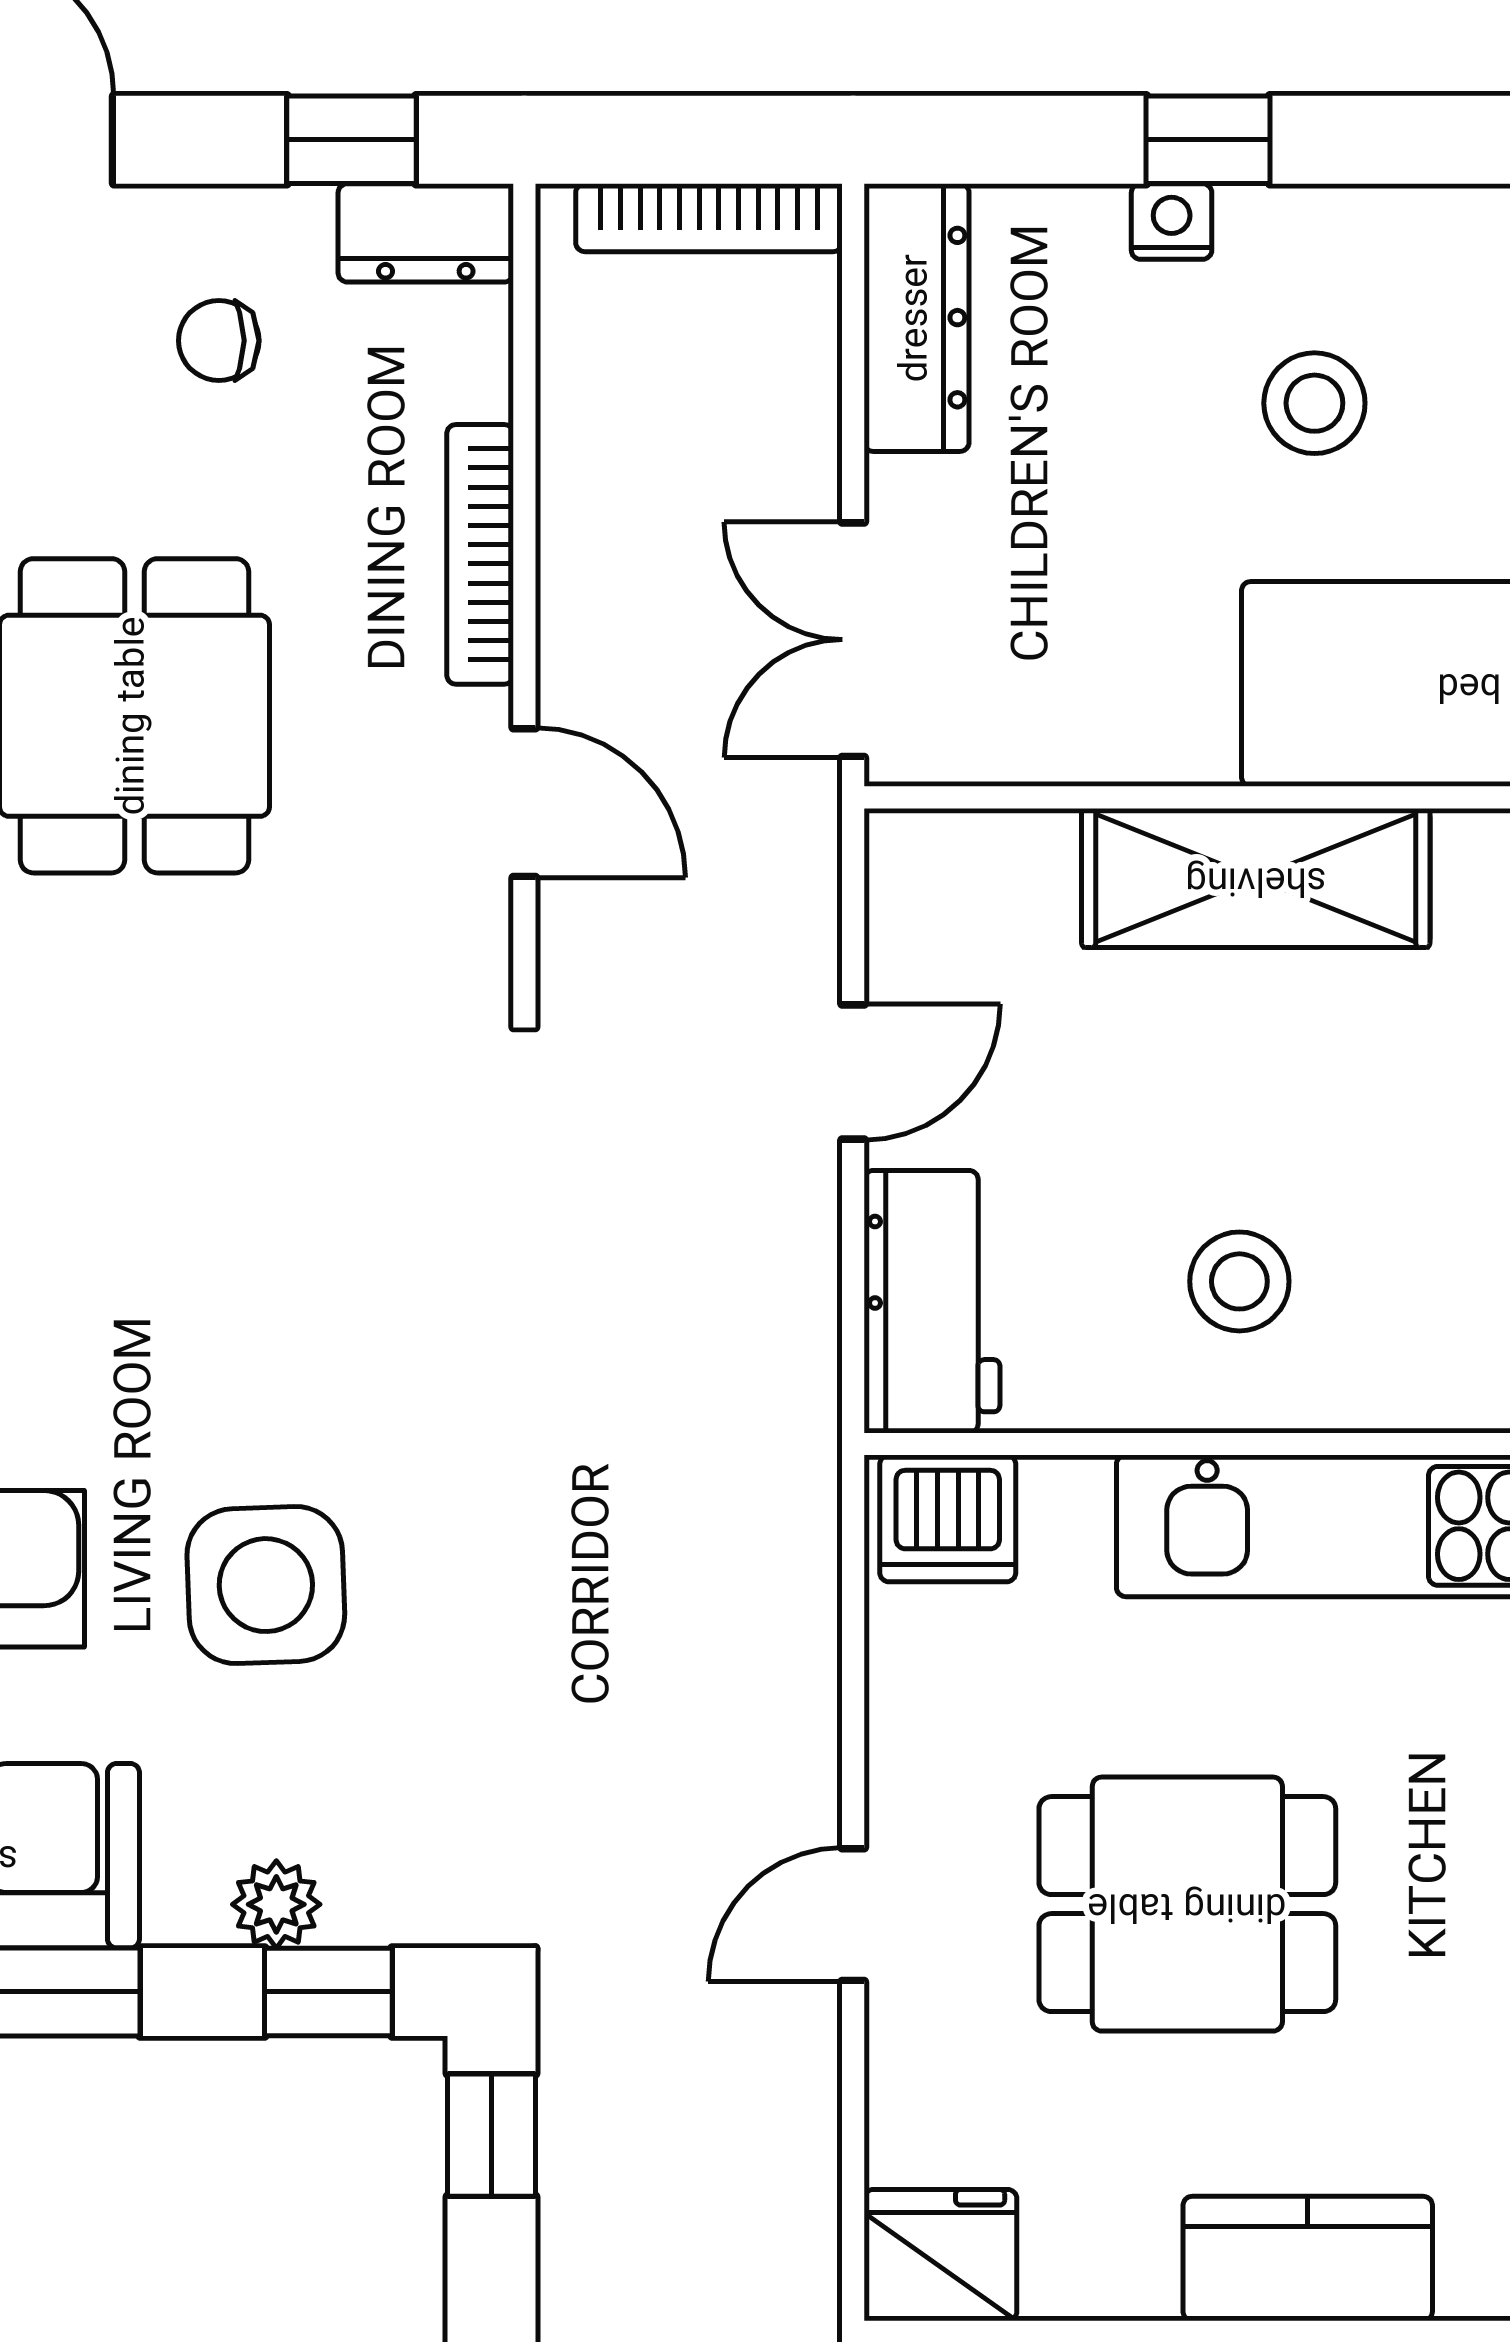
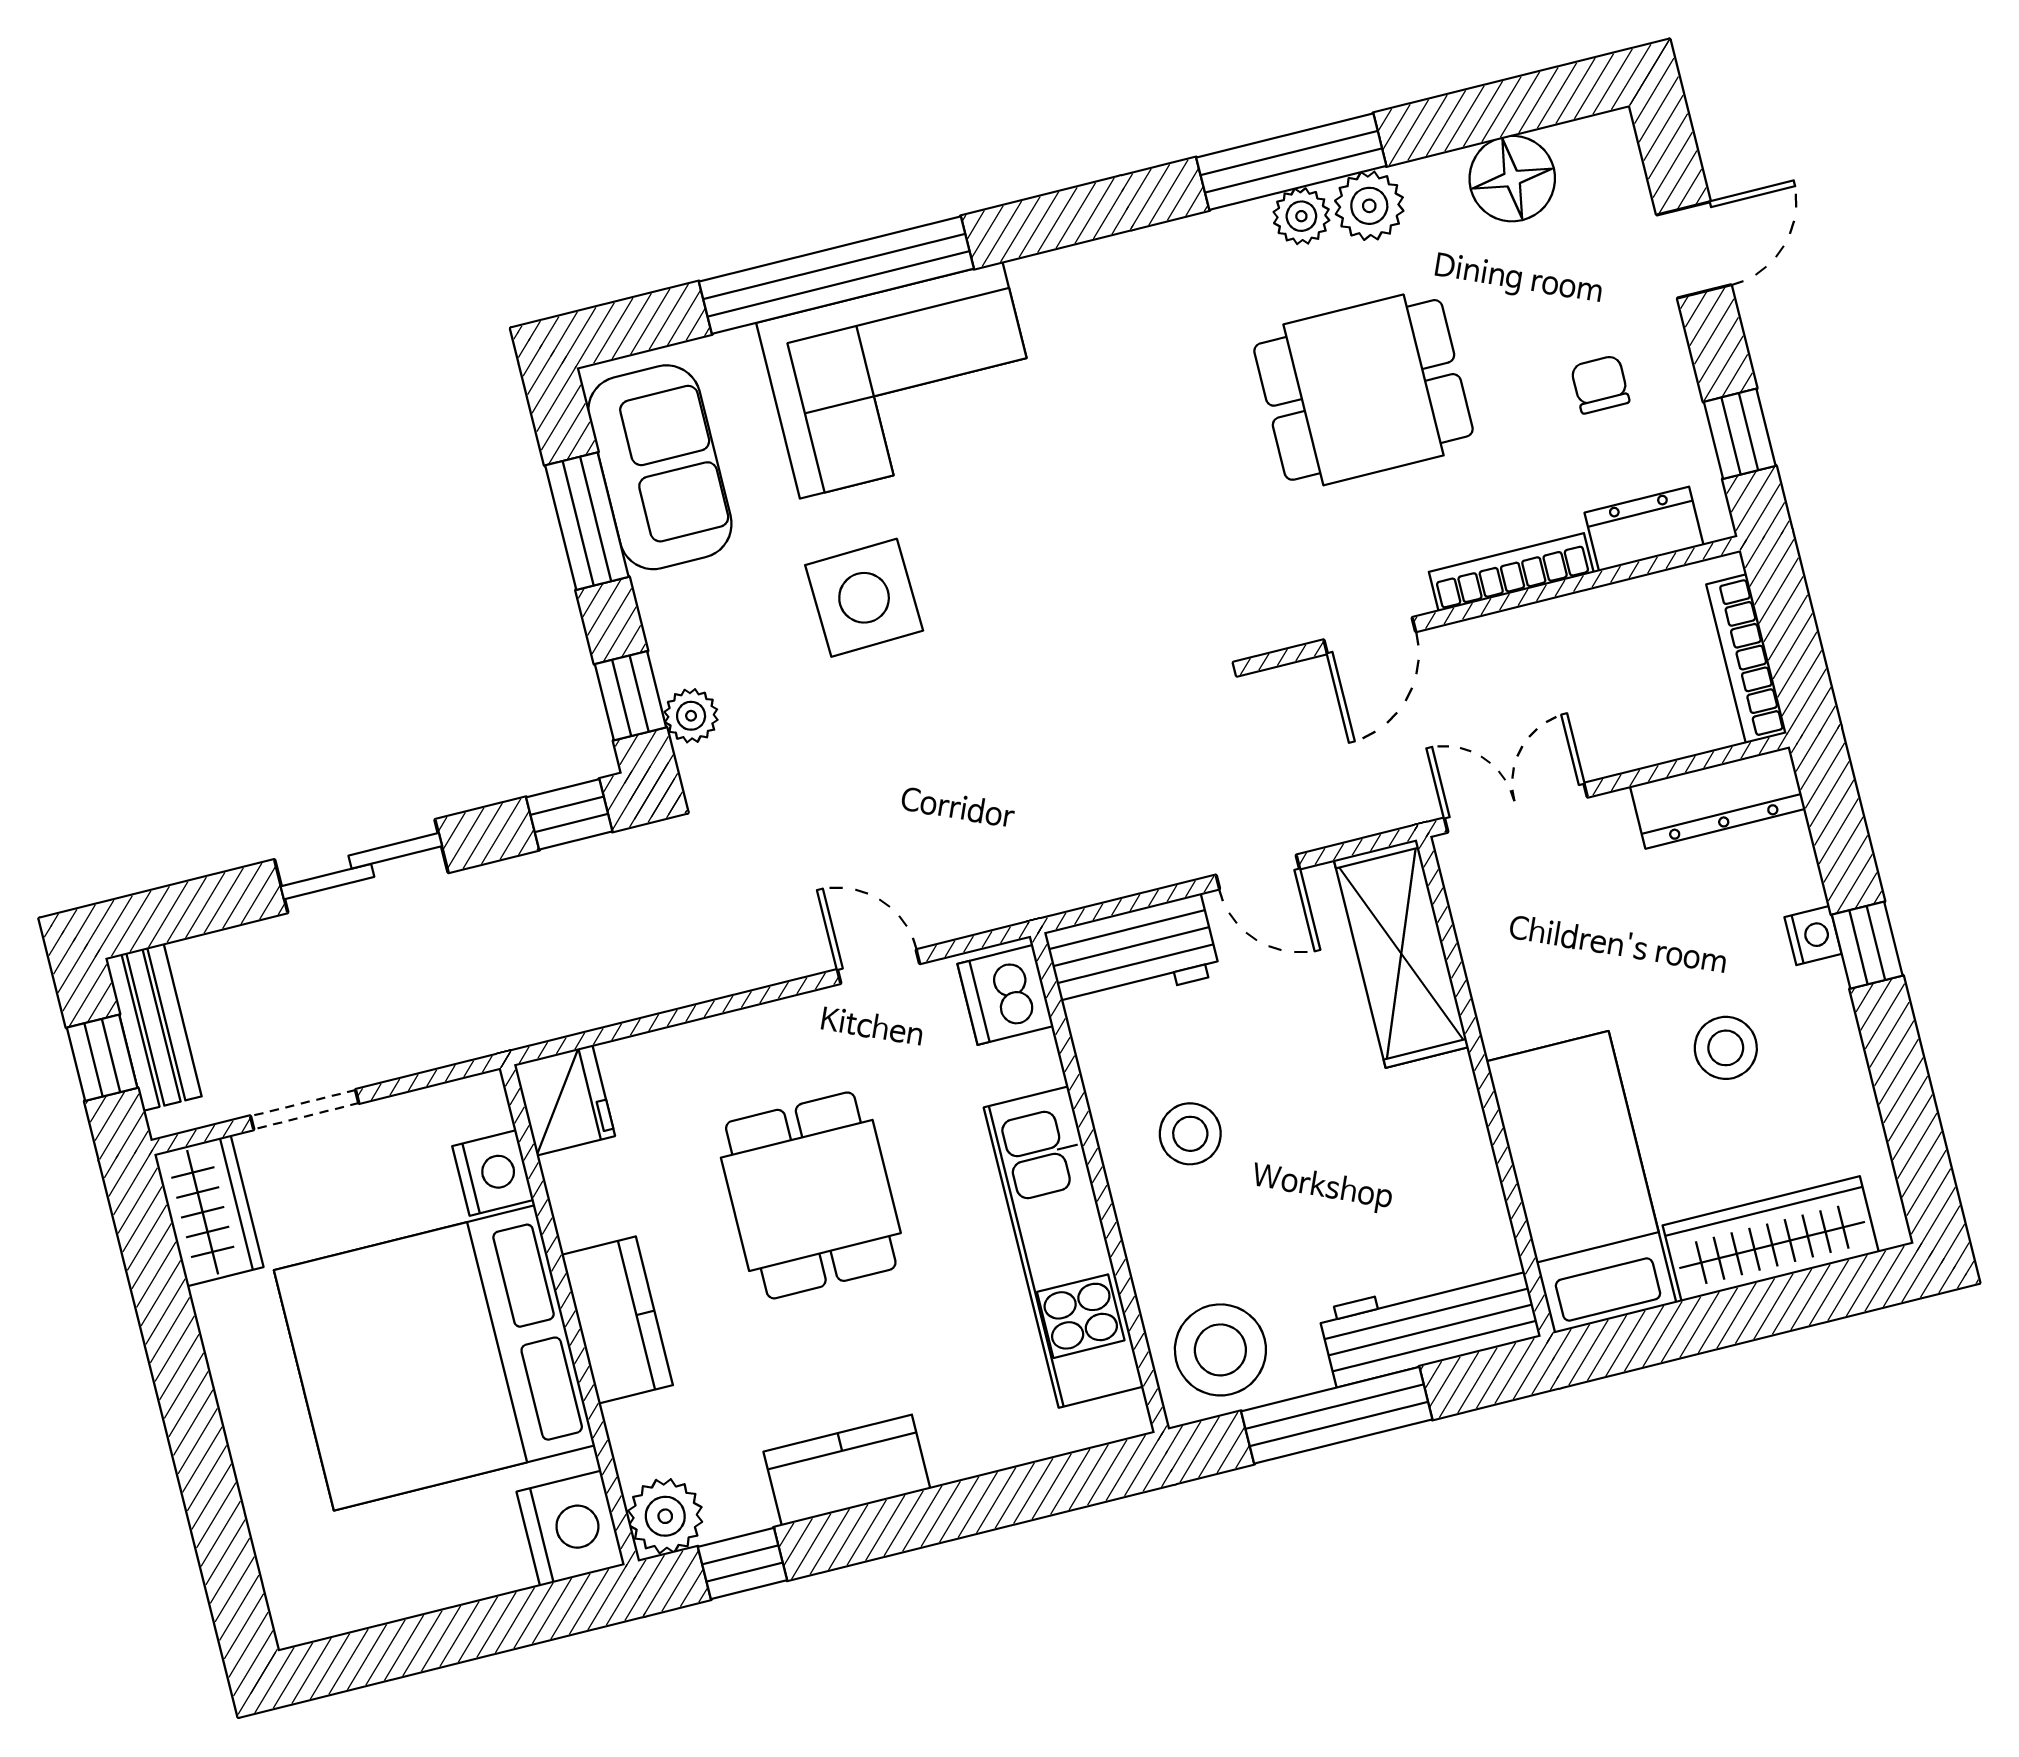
dresser: (426, 233) -> (1644, 529), moved, turned 90
shelving: (1256, 878) -> (1401, 954), moved
plant: (276, 1904) -> (691, 716), moved
door: (853, 1915) -> (879, 967), moved

